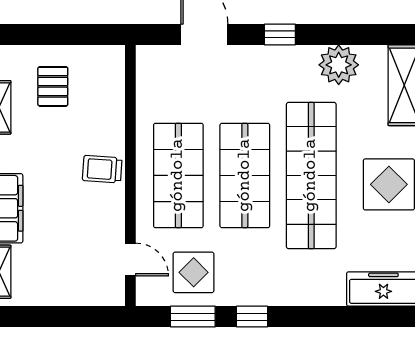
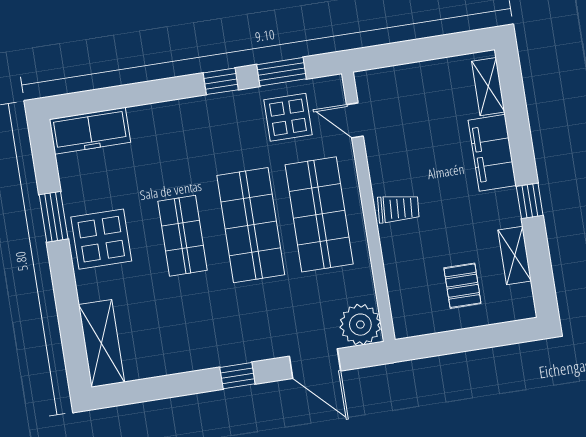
plant: (339, 65) -> (360, 325), moved
shop shelf: (311, 175) -> (183, 236), width x0.50, depth x0.74

